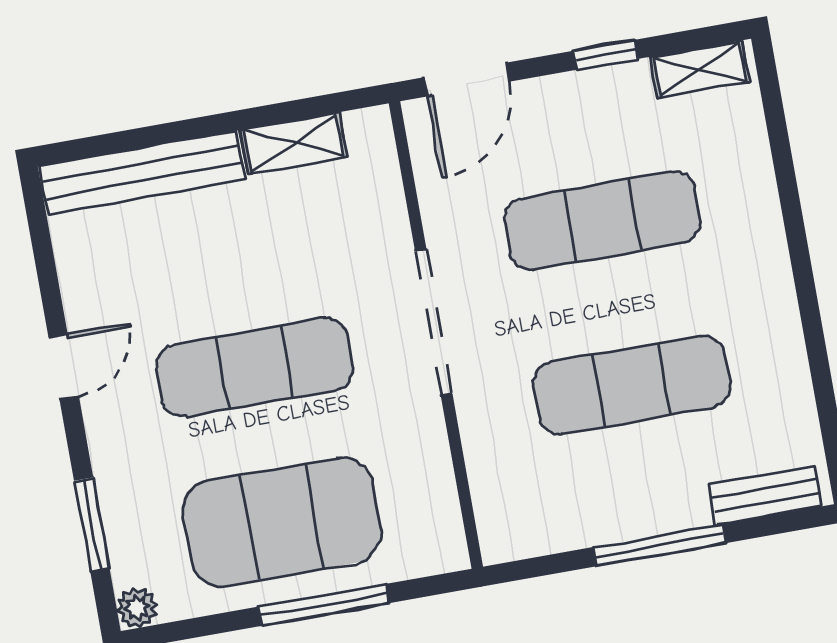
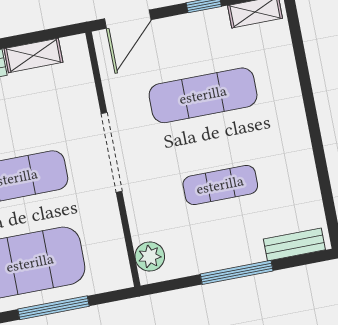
exercise mat: (632, 385) -> (220, 185), width x0.73, depth x0.69
plant: (501, 514) -> (150, 256), added

